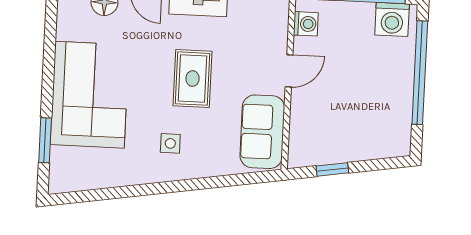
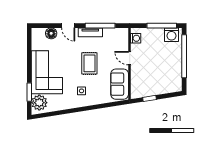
door: (289, 71) -> (130, 58), swing flipped
plant: (68, 167) -> (39, 103), added

